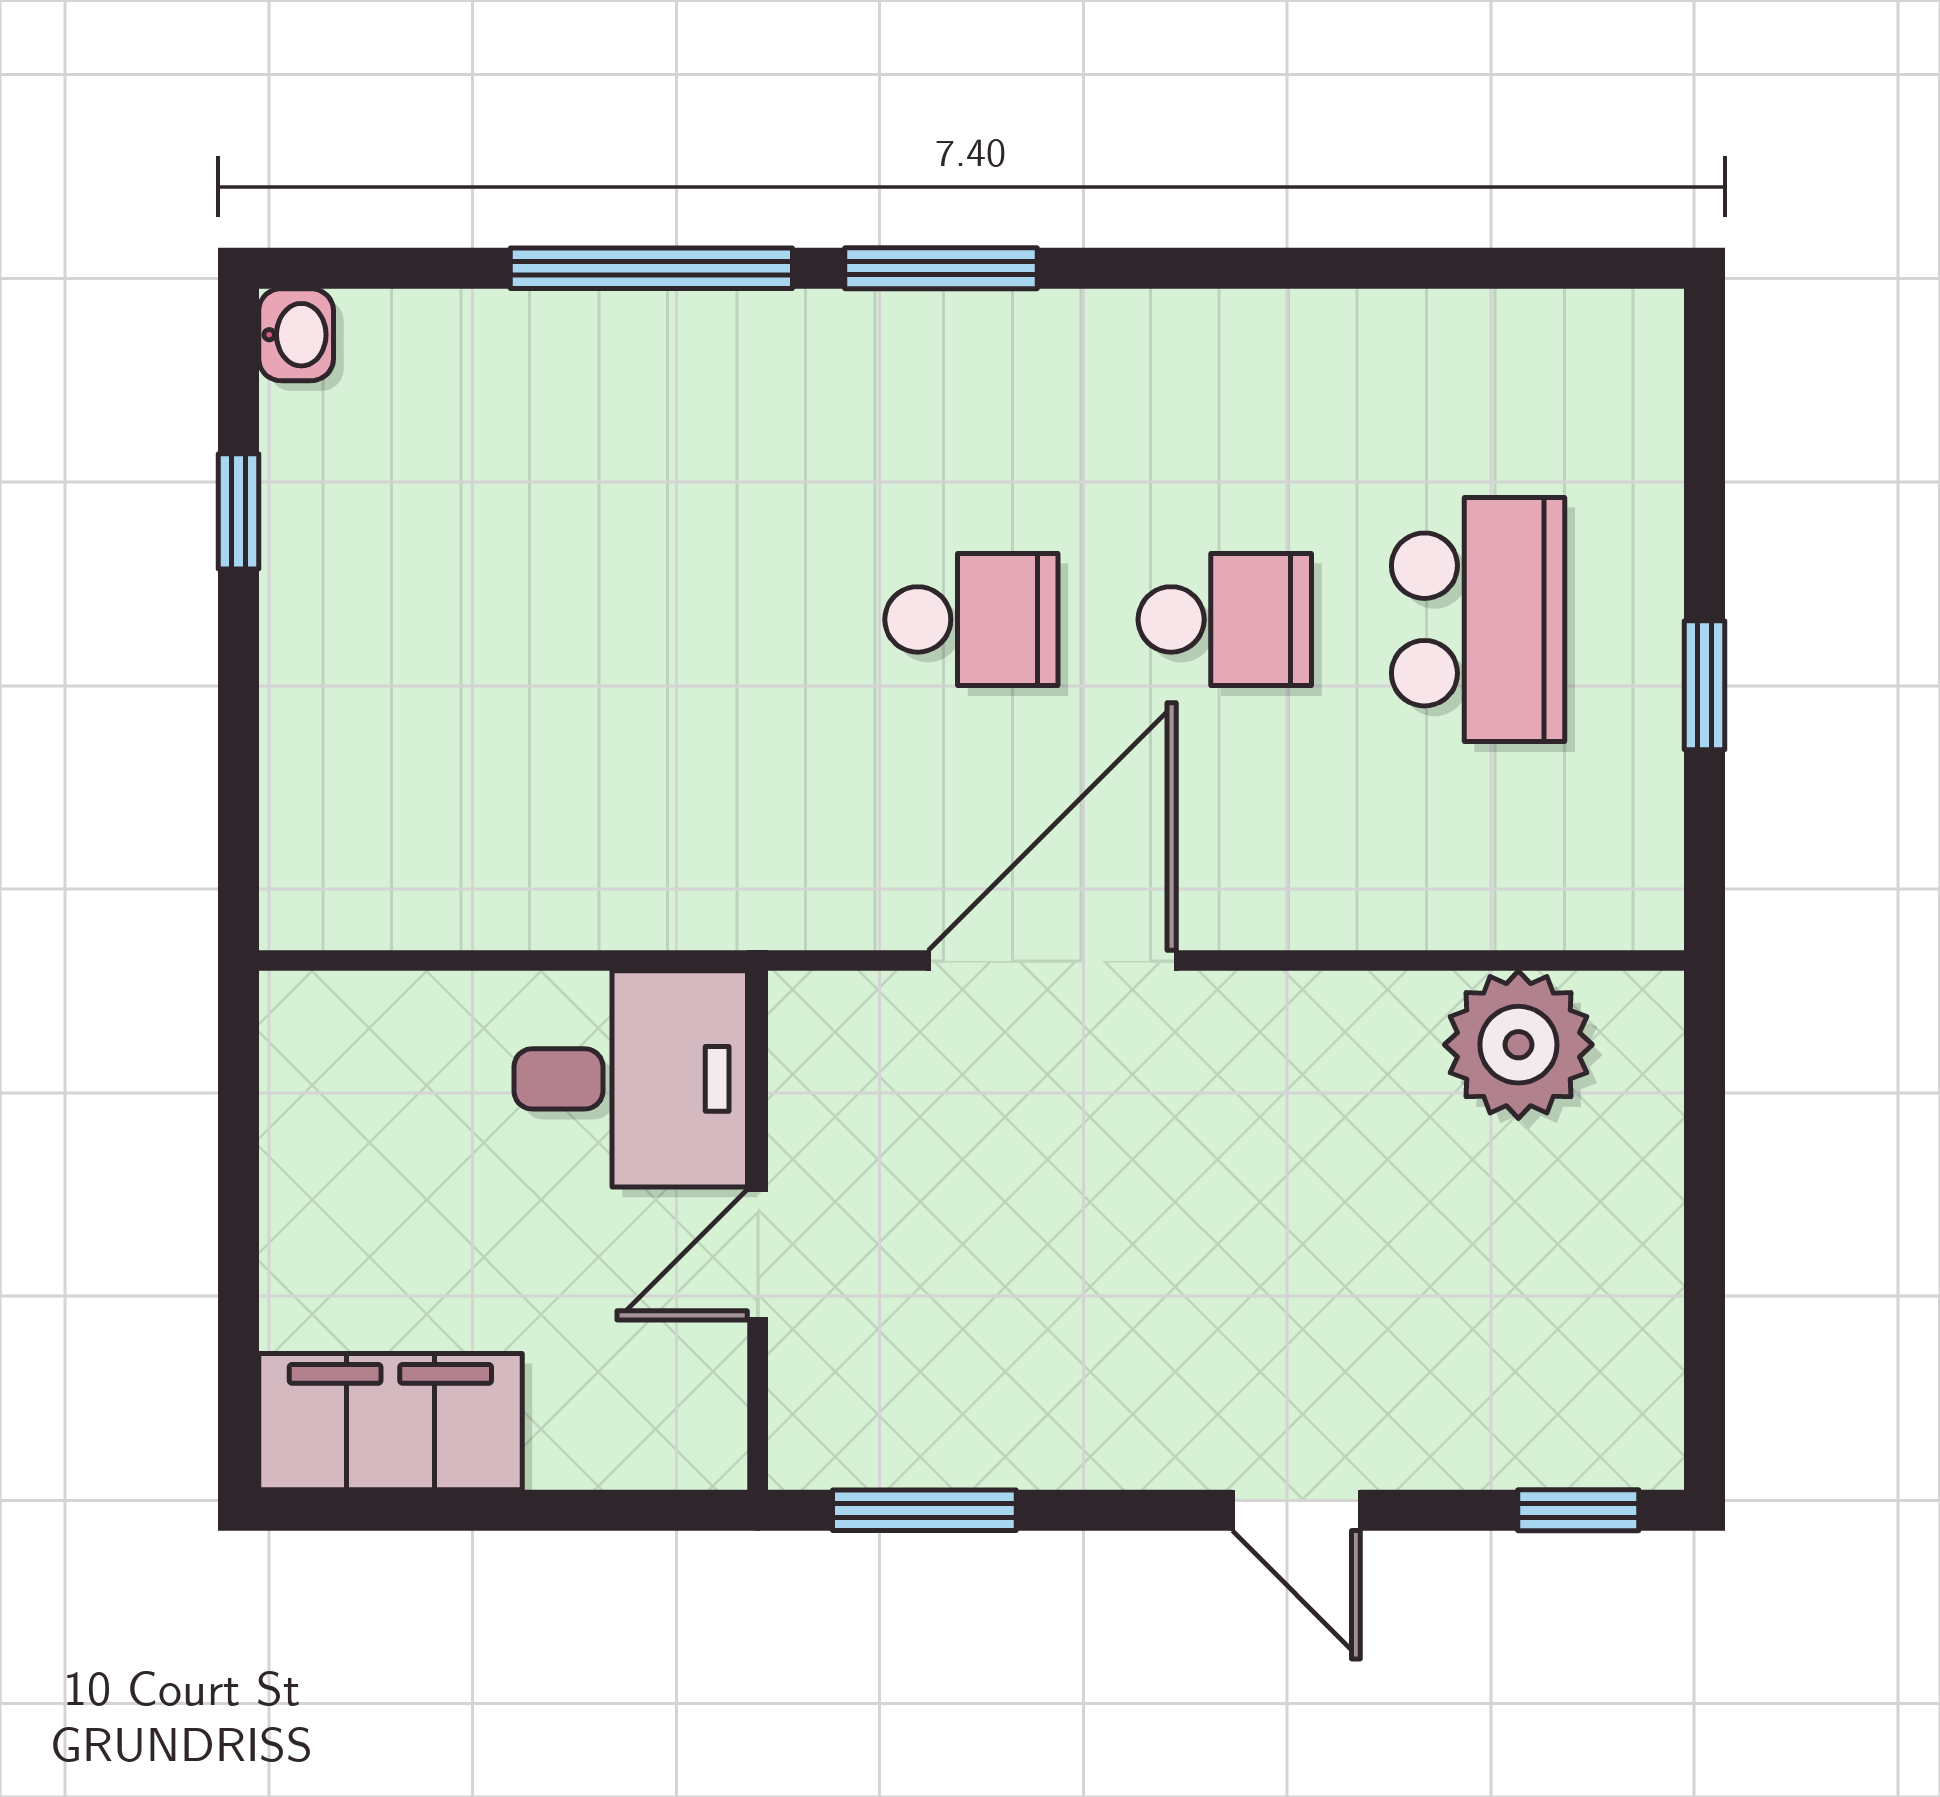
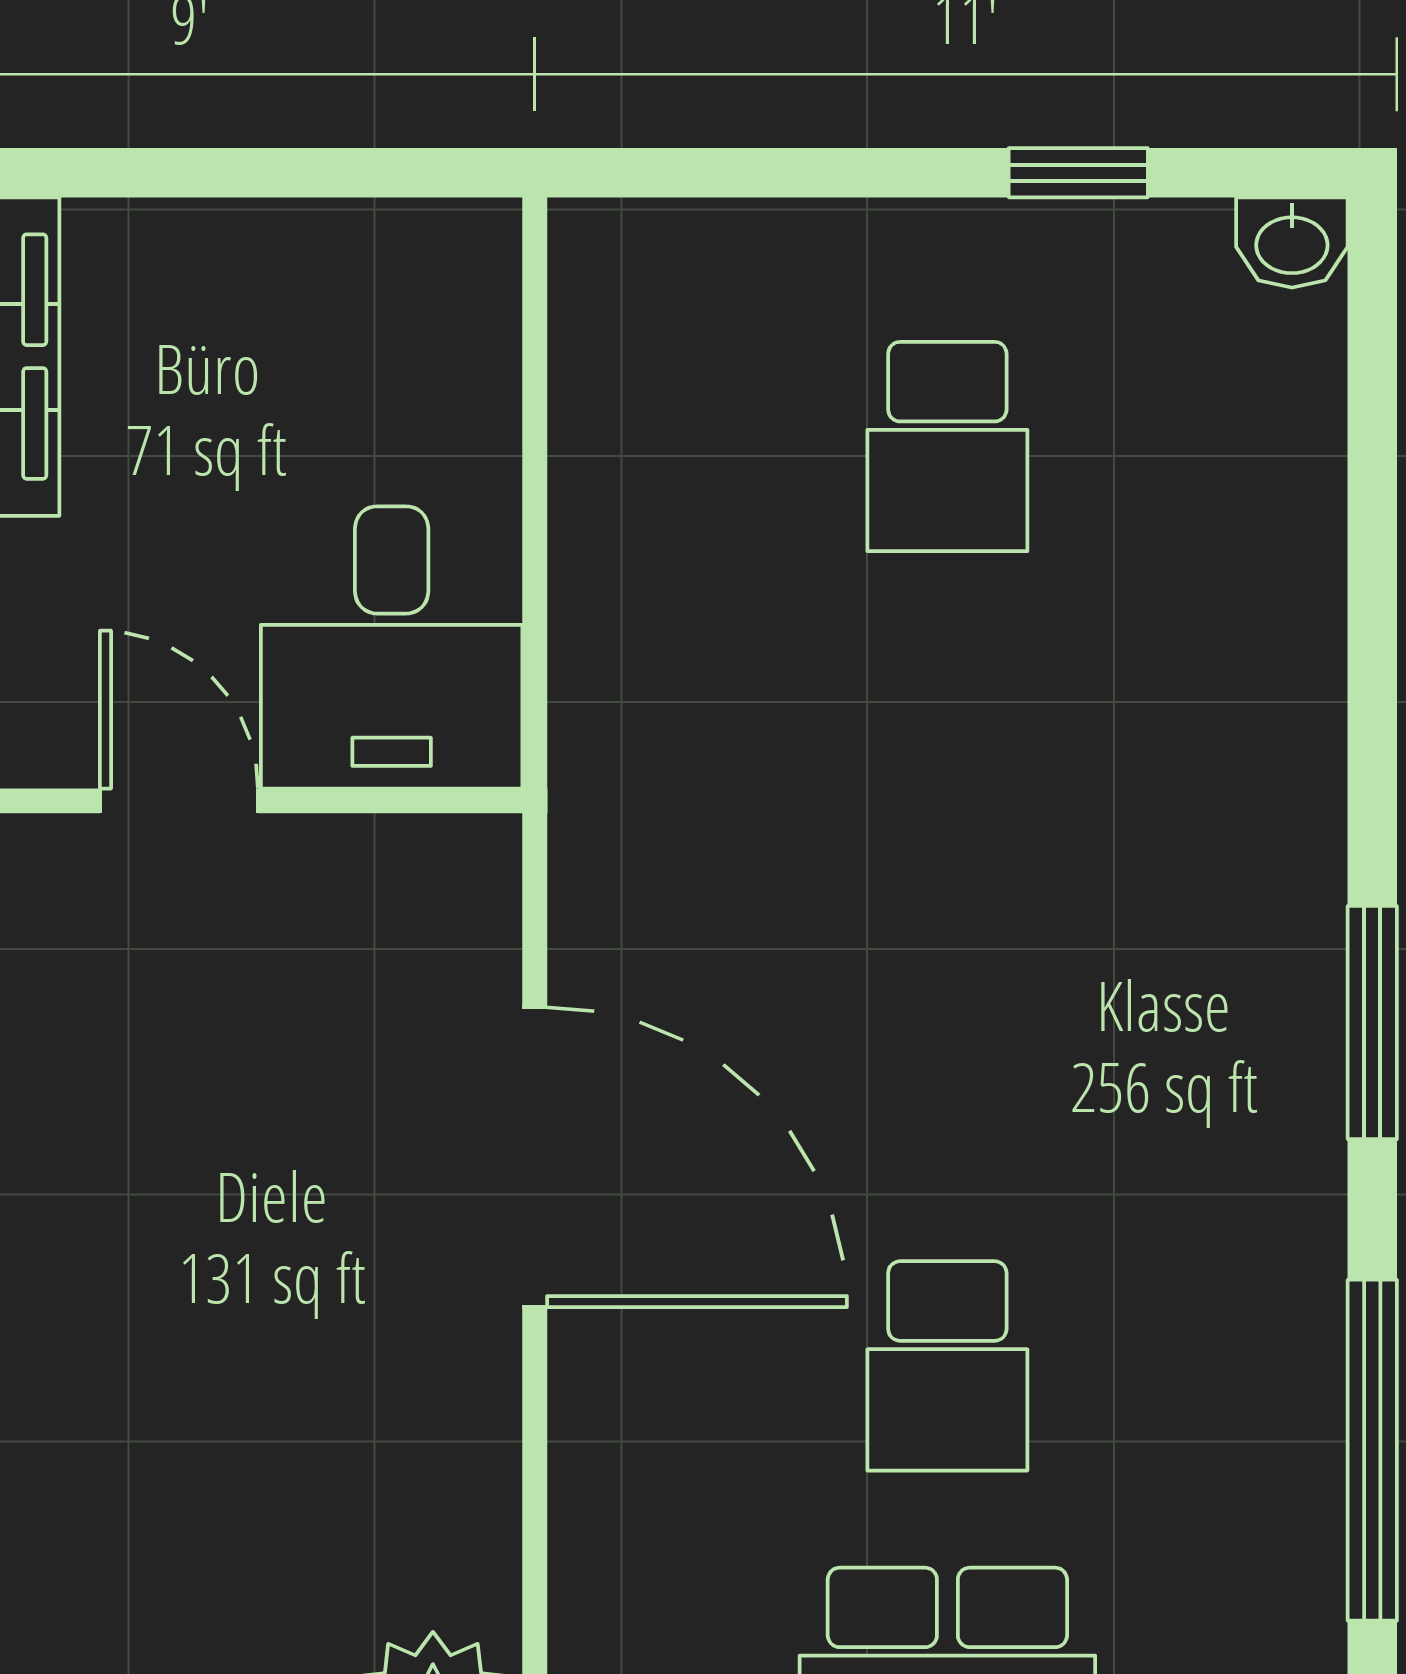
window: (651, 268) -> (1372, 1450), moved
school desk: (971, 619) -> (947, 447), moved

